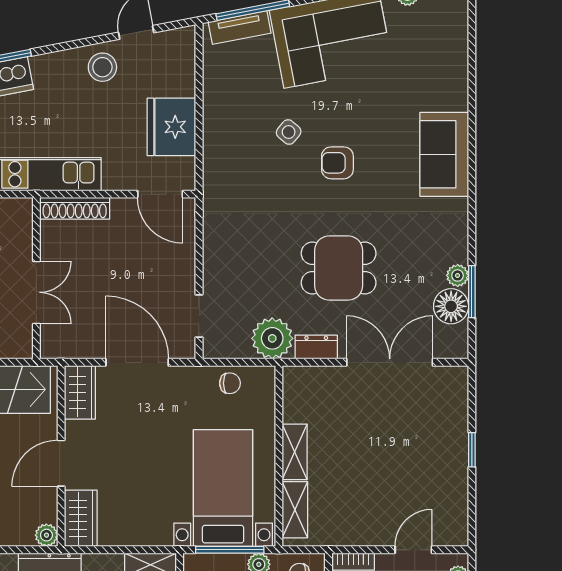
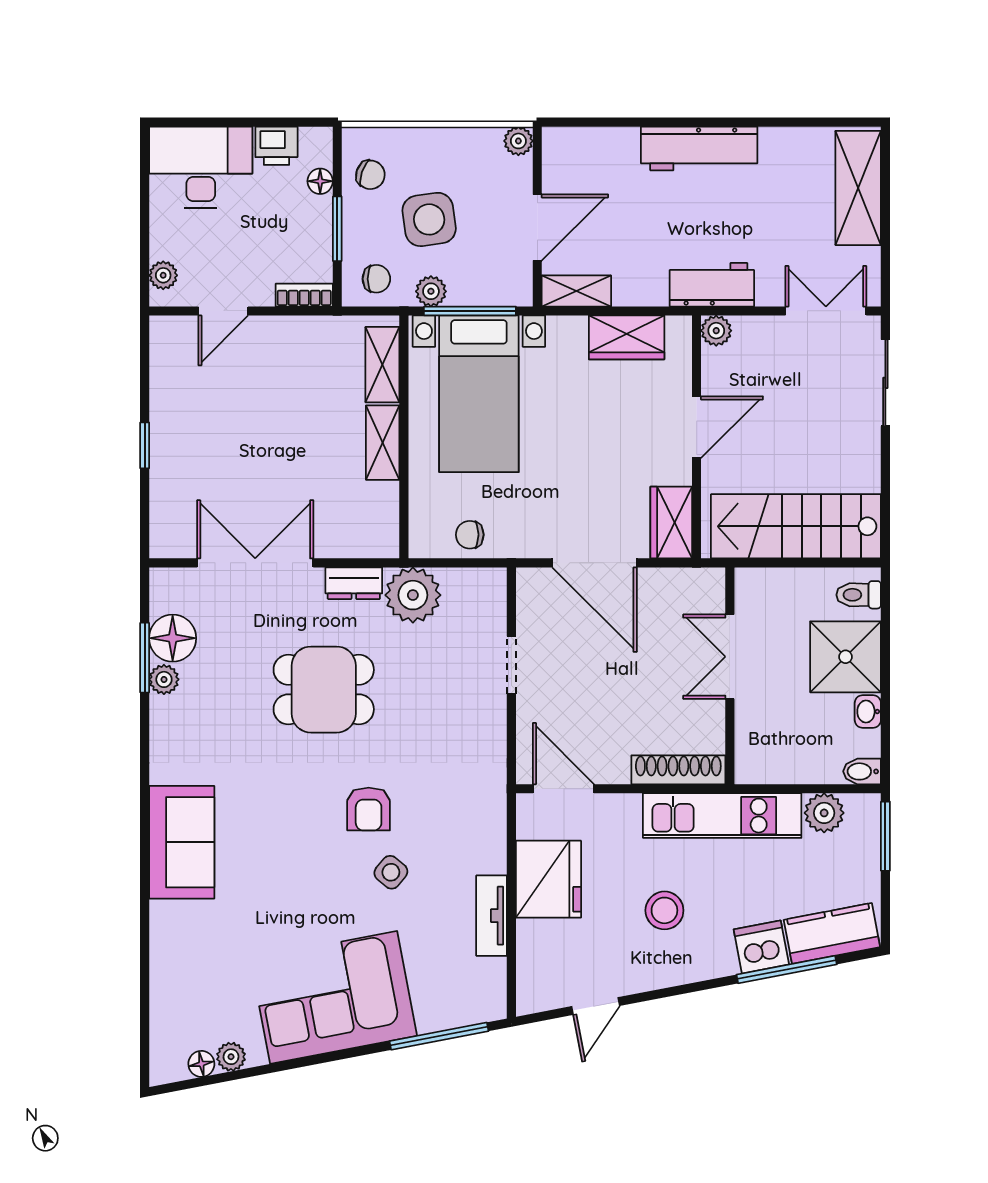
tv unit: (240, 28) -> (492, 916), moved, turned -79
stool: (102, 67) -> (664, 910), moved
armchair: (337, 163) -> (369, 809), moved, turned 90
doorway: (199, 316) -> (511, 665), moved
double door: (390, 362) -> (255, 563), swing flipped
wardrobe: (81, 518) -> (627, 337), moved, turned -90

